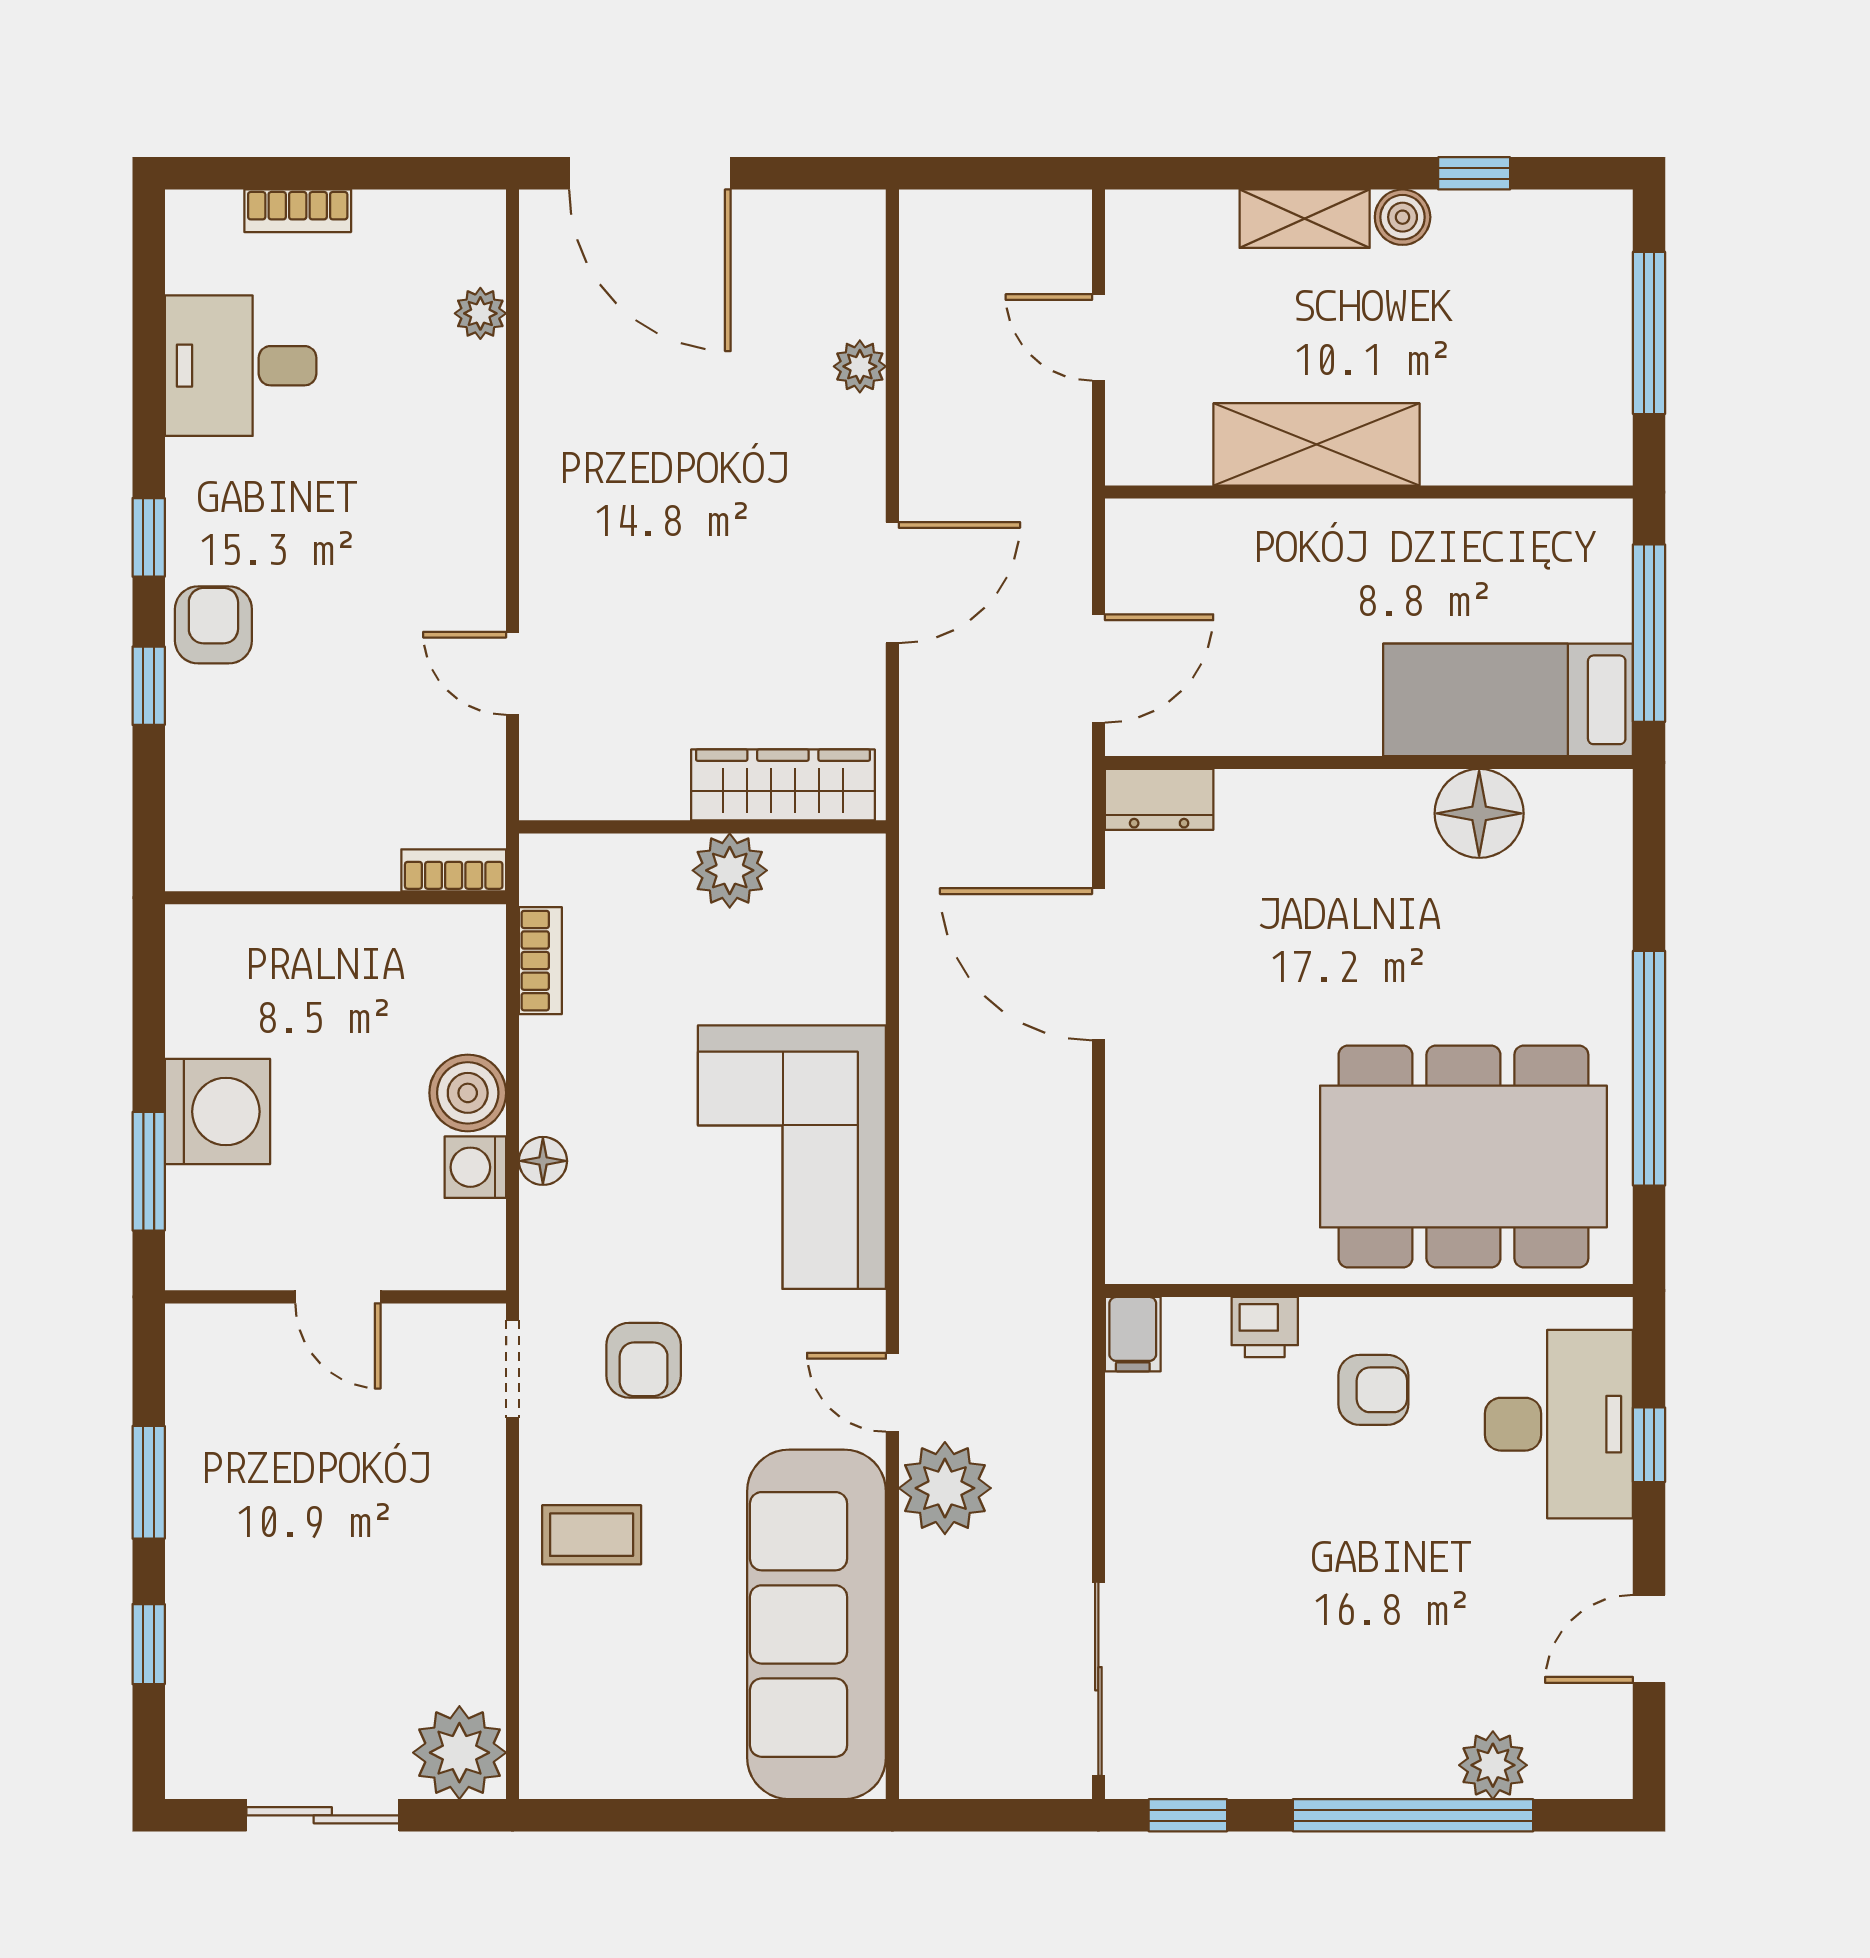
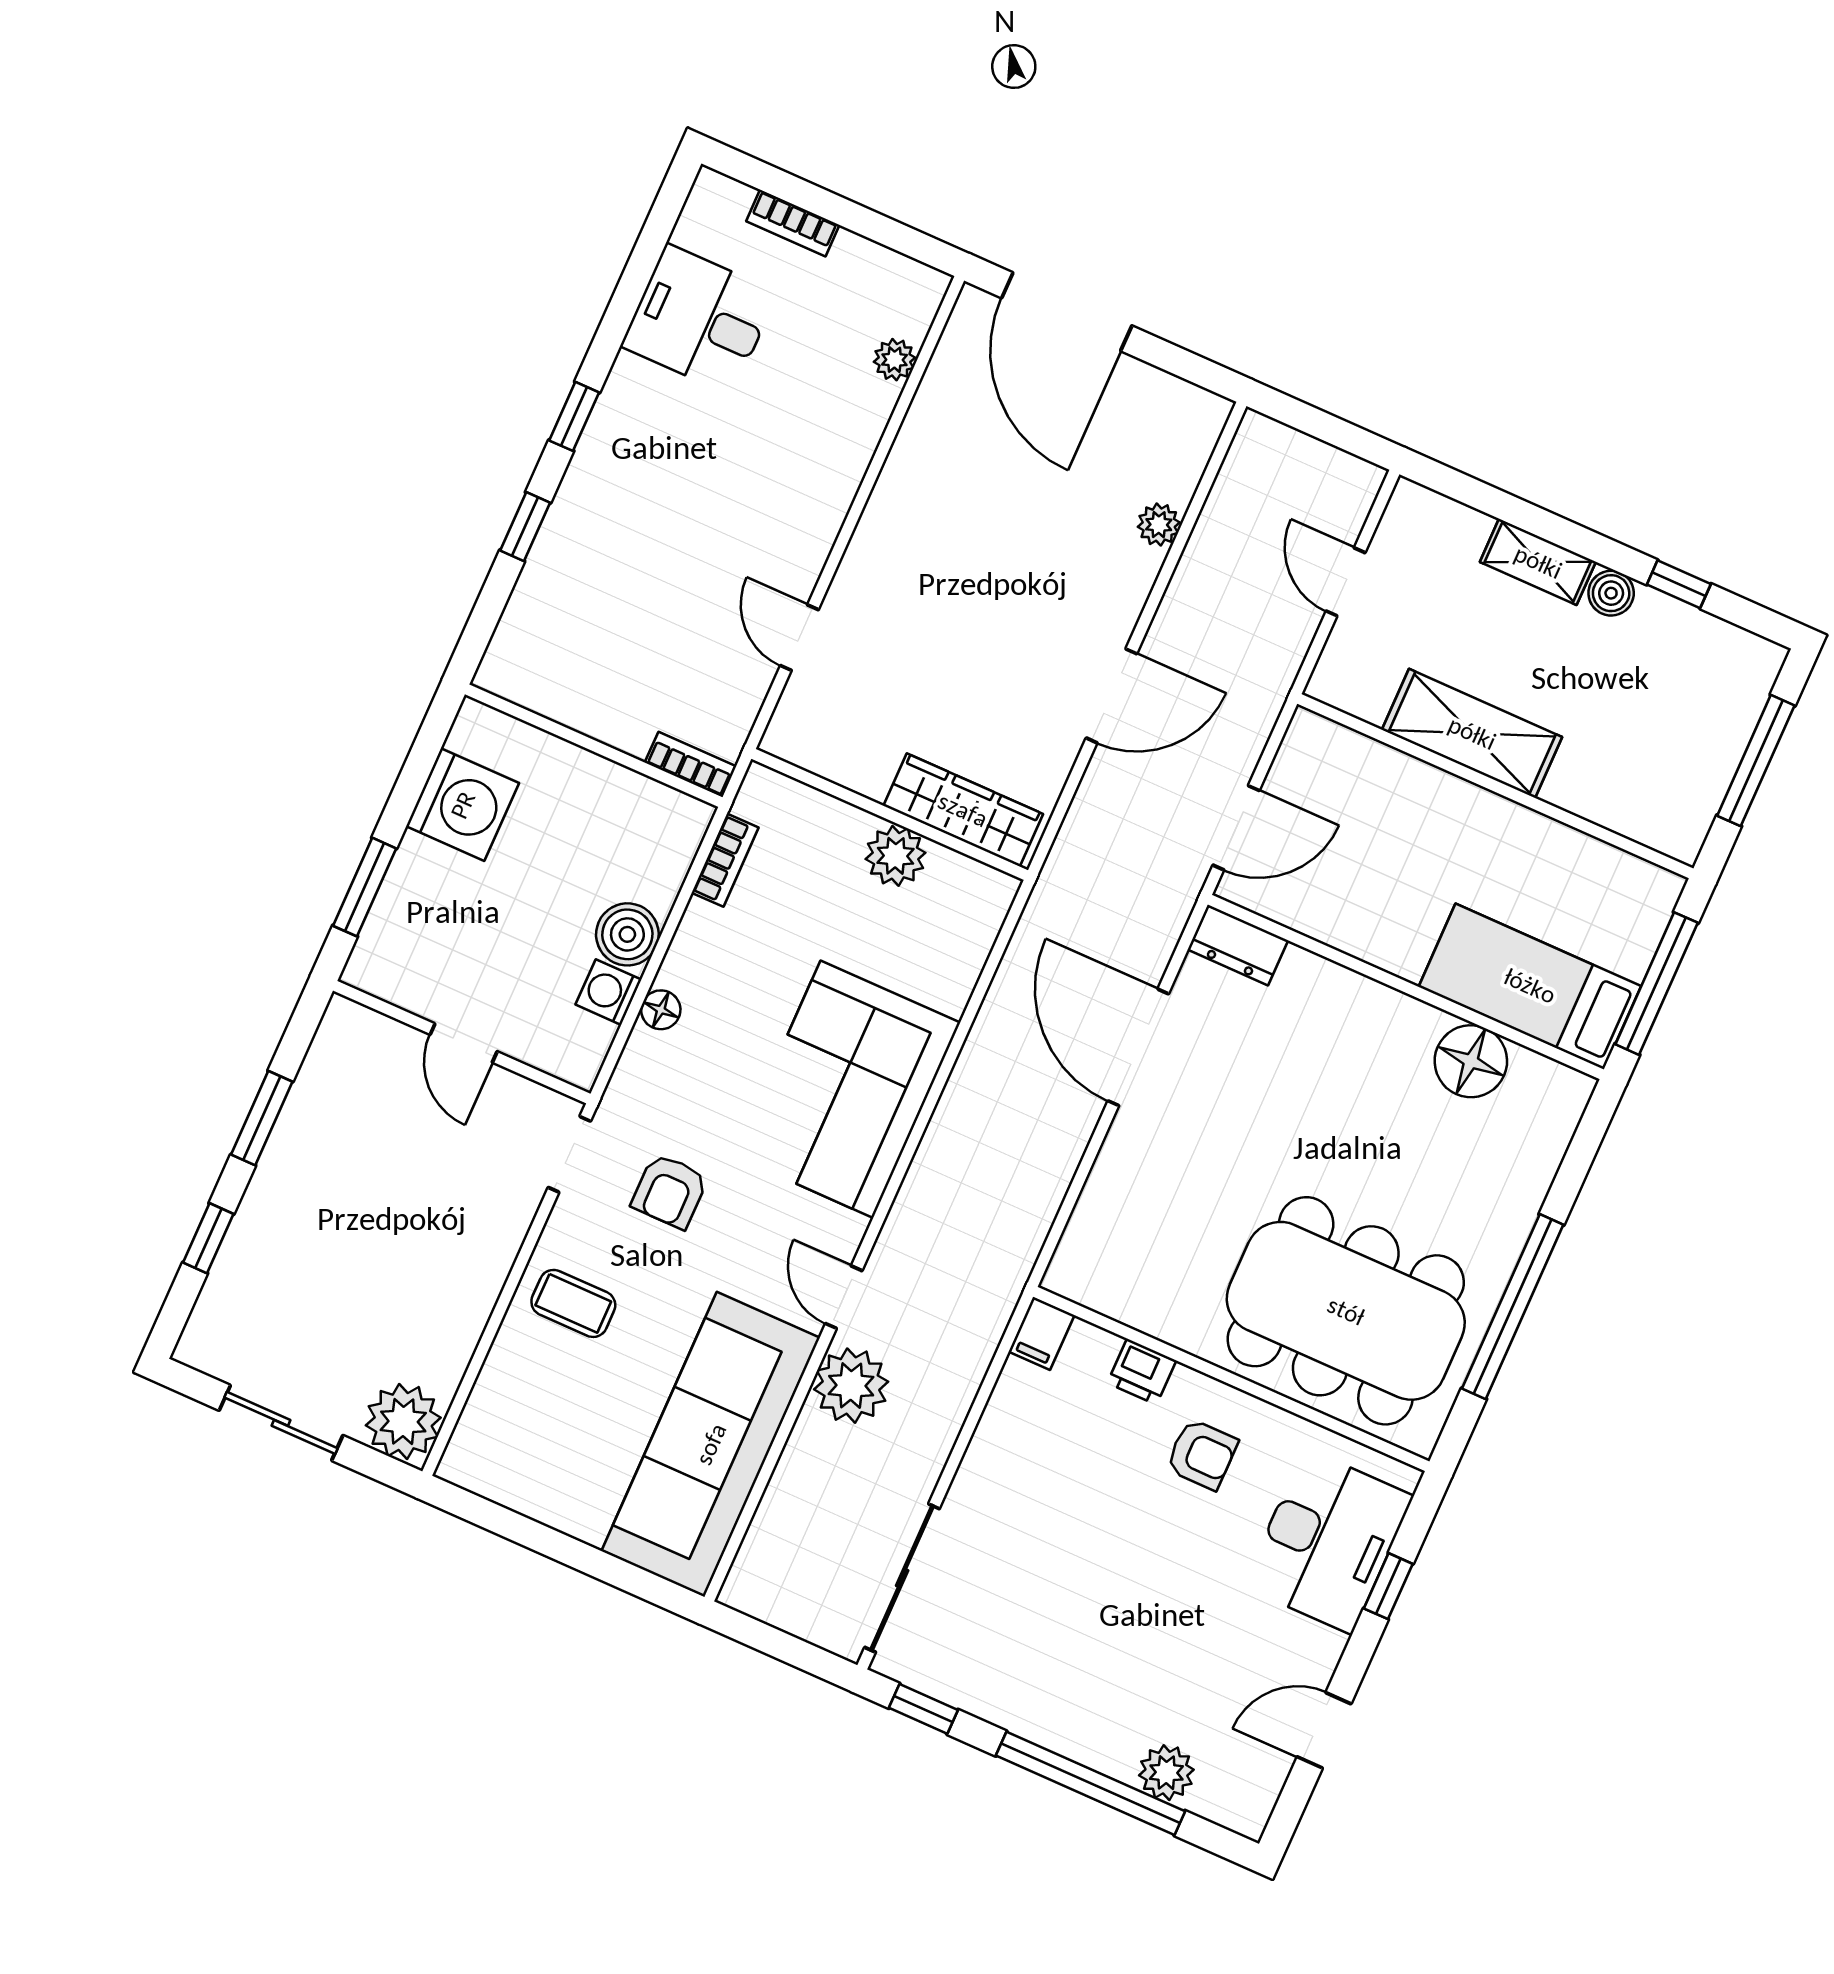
armchair: (213, 625) -> (593, 503), removed
washing machine: (217, 1112) -> (463, 805), moved

